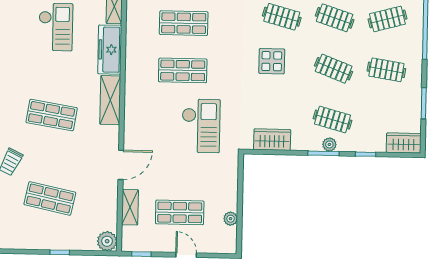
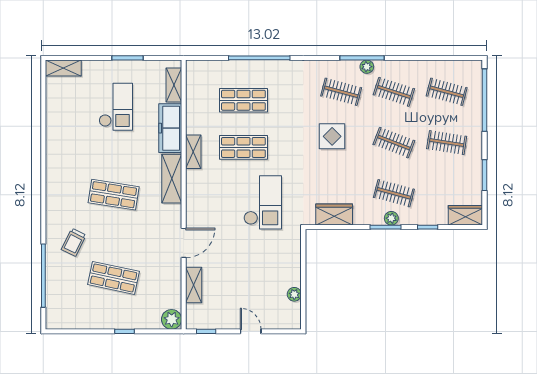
clothes rail: (387, 19) -> (447, 92), turned 30
shelving: (132, 74) -> (193, 152), added
shop shelf: (180, 212) -> (243, 289), removed

